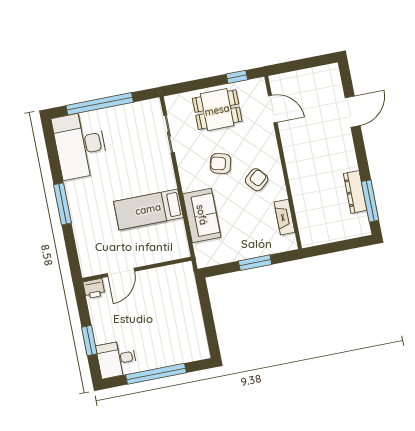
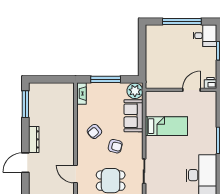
dresser: (355, 192) -> (34, 139), moved
fireplace: (284, 217) -> (81, 94), moved
plant: (207, 254) -> (135, 91), added
window: (255, 263) -> (106, 79), width x1.44

